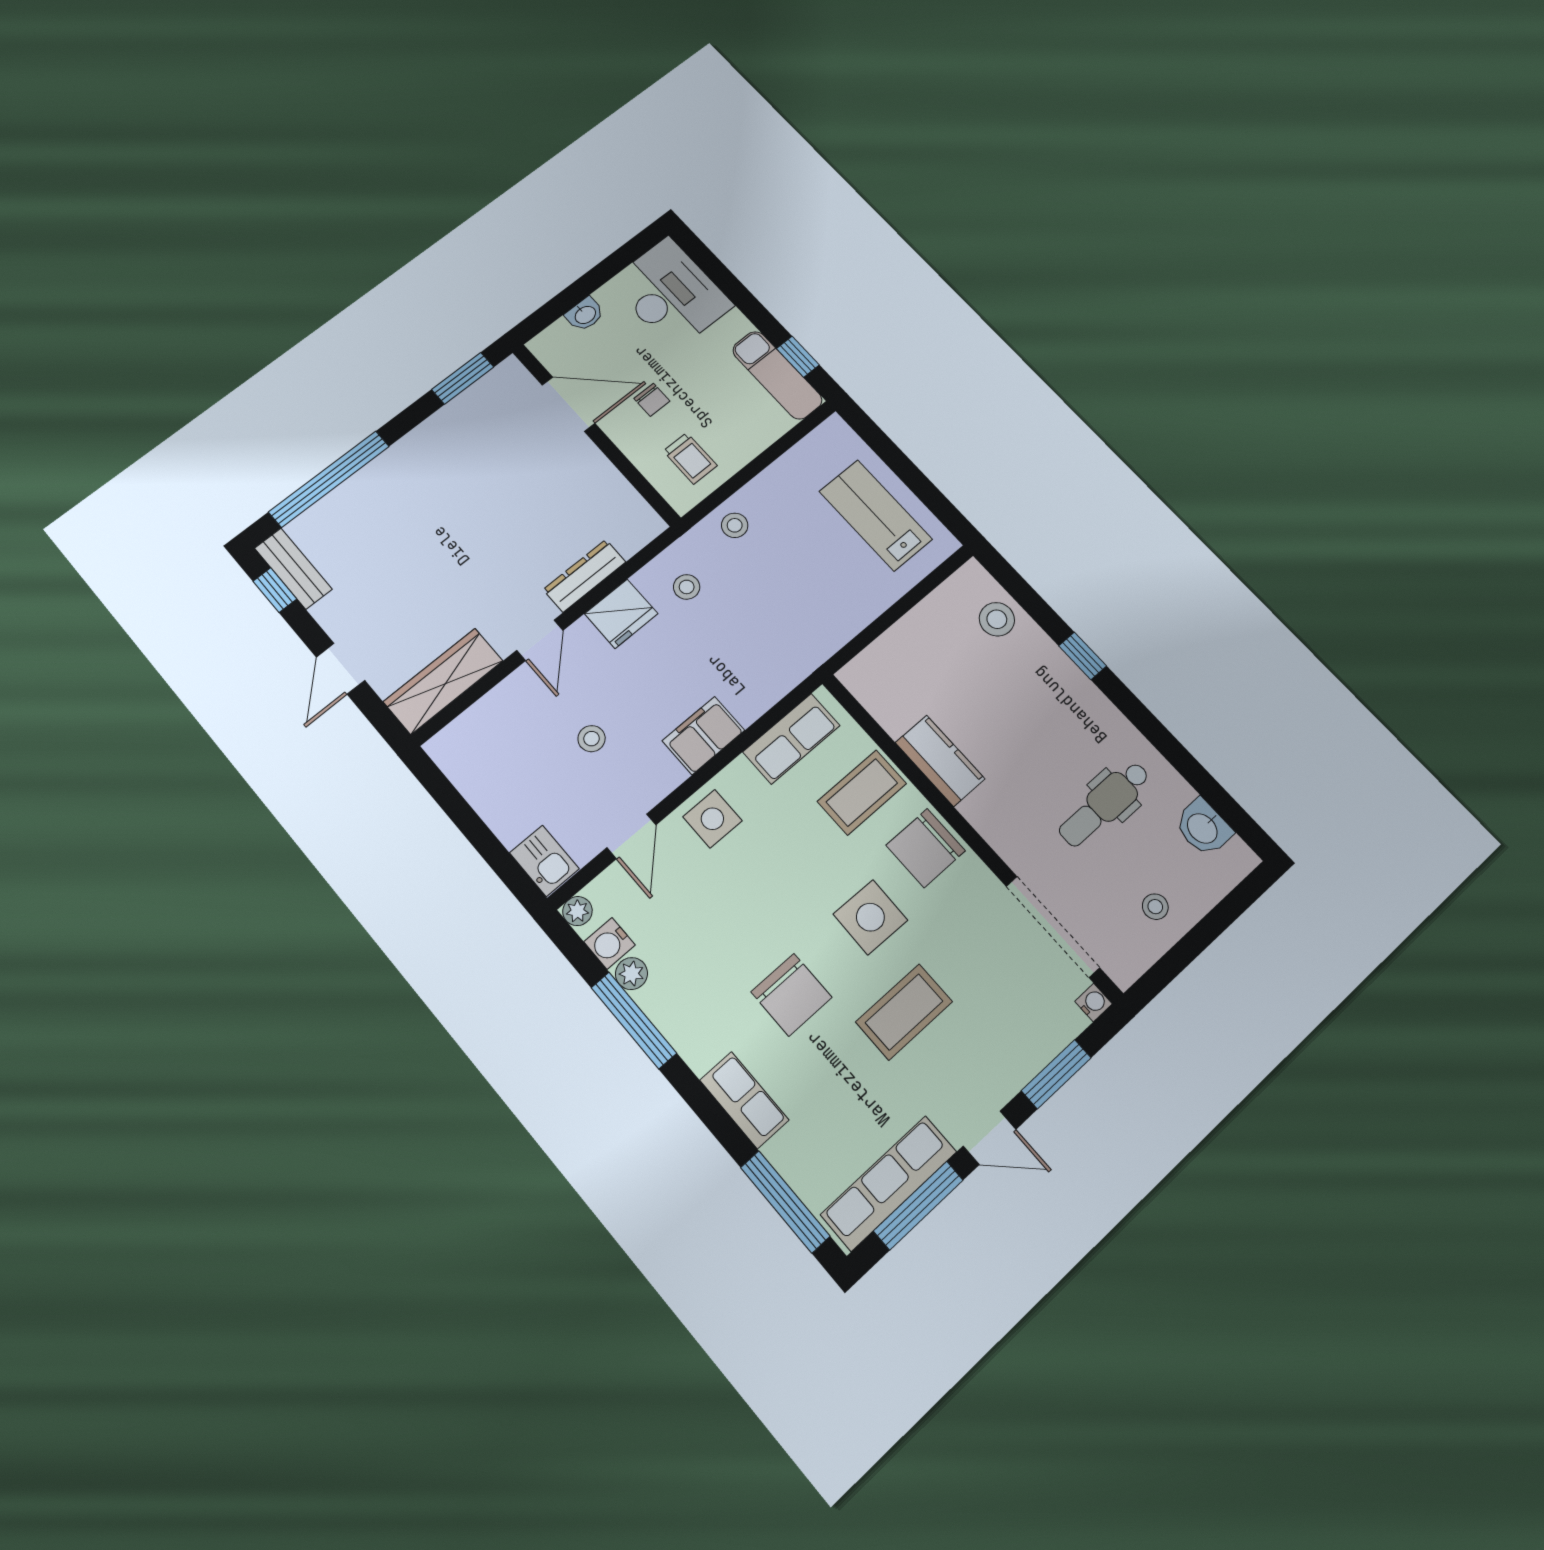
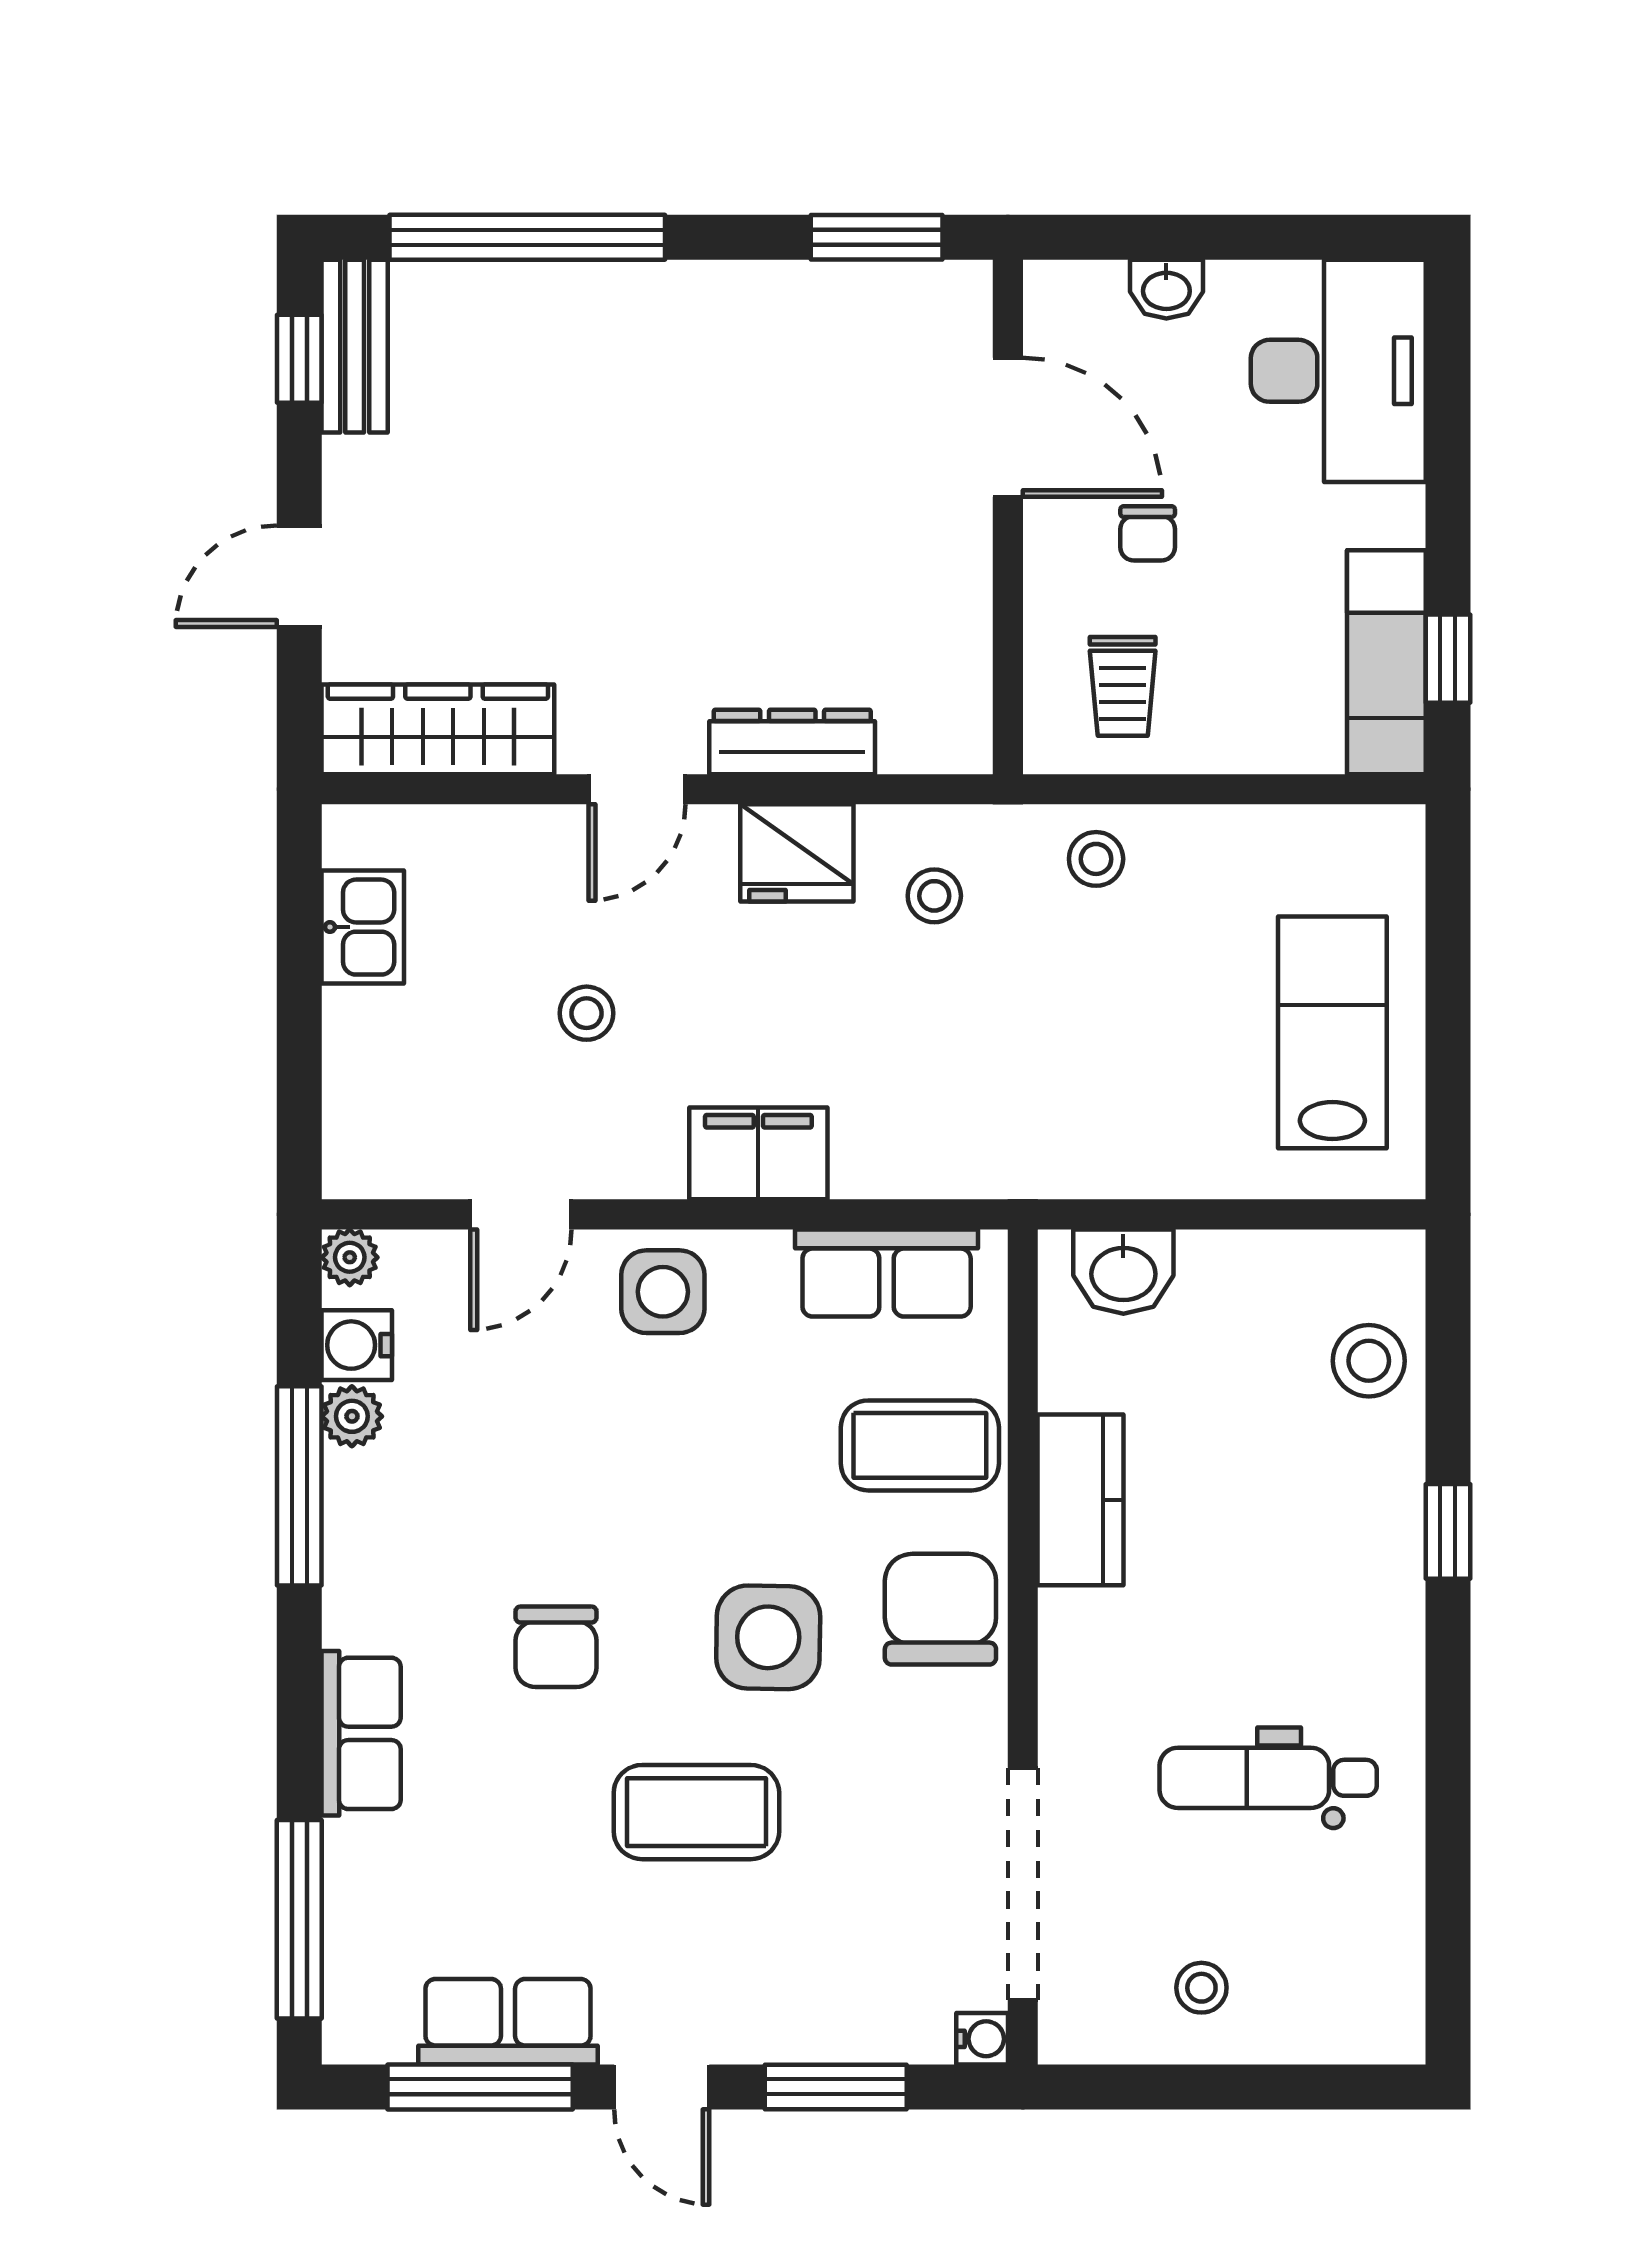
washbasin: (1203, 828) -> (1123, 1272), moved, turned -90
chair: (926, 848) -> (940, 1609), turned 90
kitchen sink: (544, 861) -> (363, 927), moved
chair: (791, 995) -> (556, 1647), width x0.73, depth x0.73
row of seats: (889, 1183) -> (508, 2022), width x0.68

